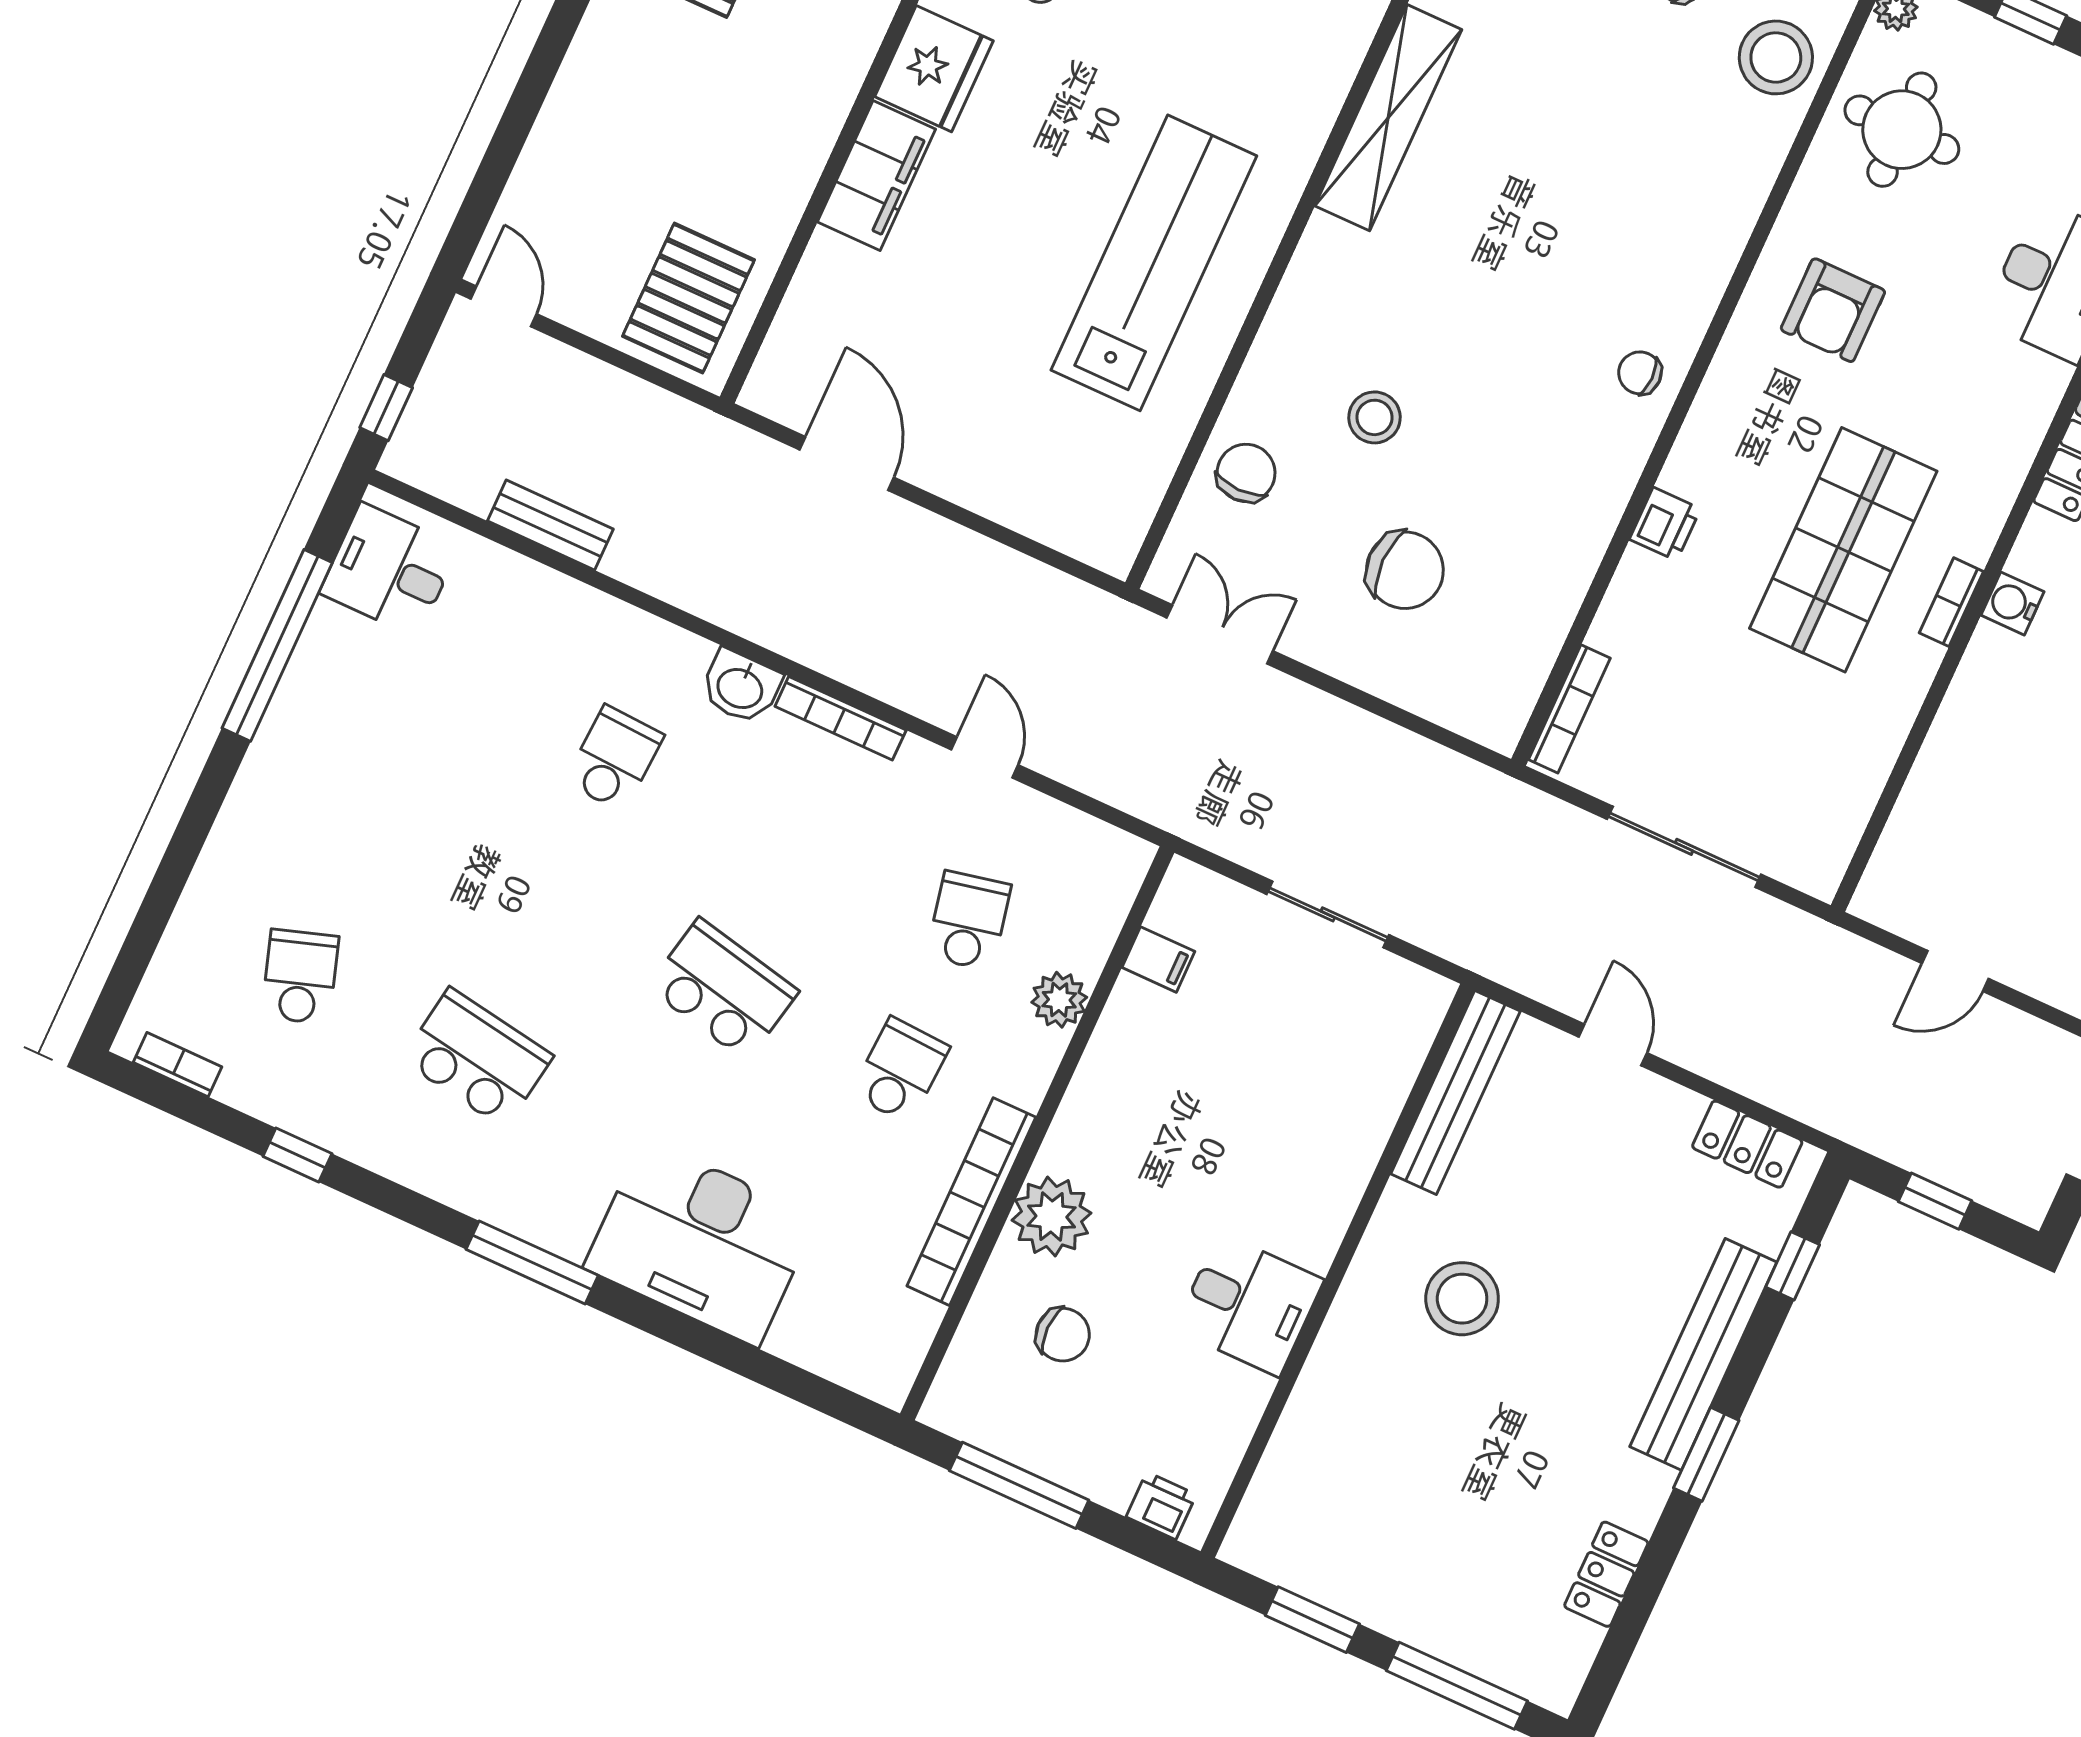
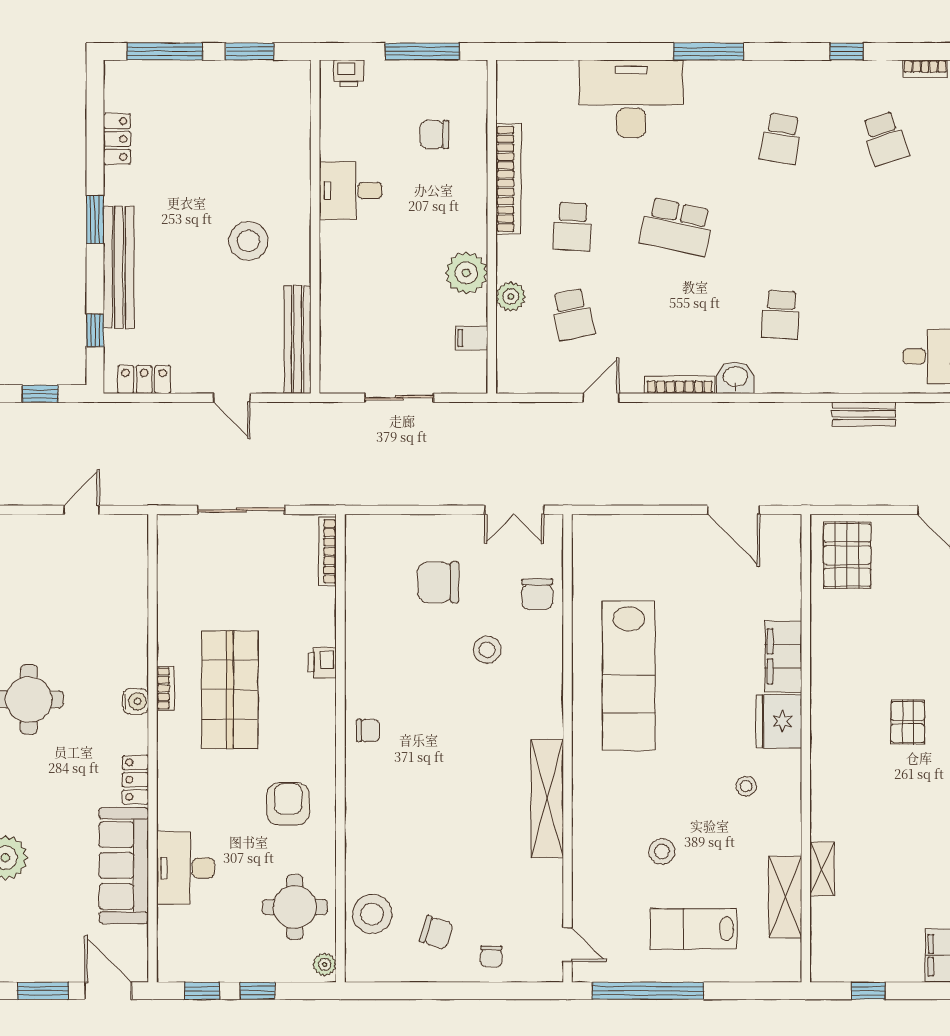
door: (985, 757) -> (601, 398), swing flipped
school desk: (477, 1058) -> (781, 139), width x0.54
plant: (1051, 1217) -> (466, 273), moved

